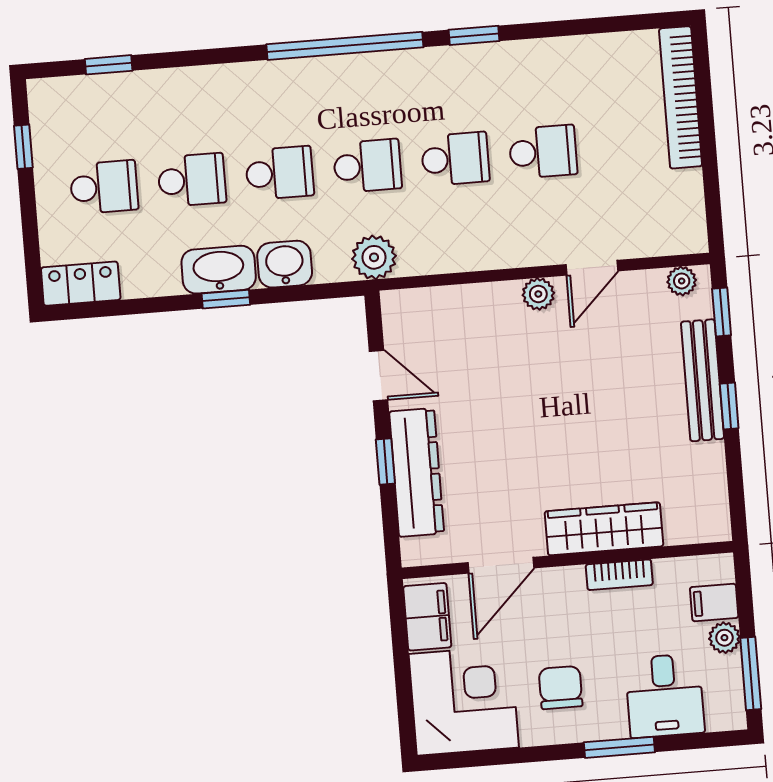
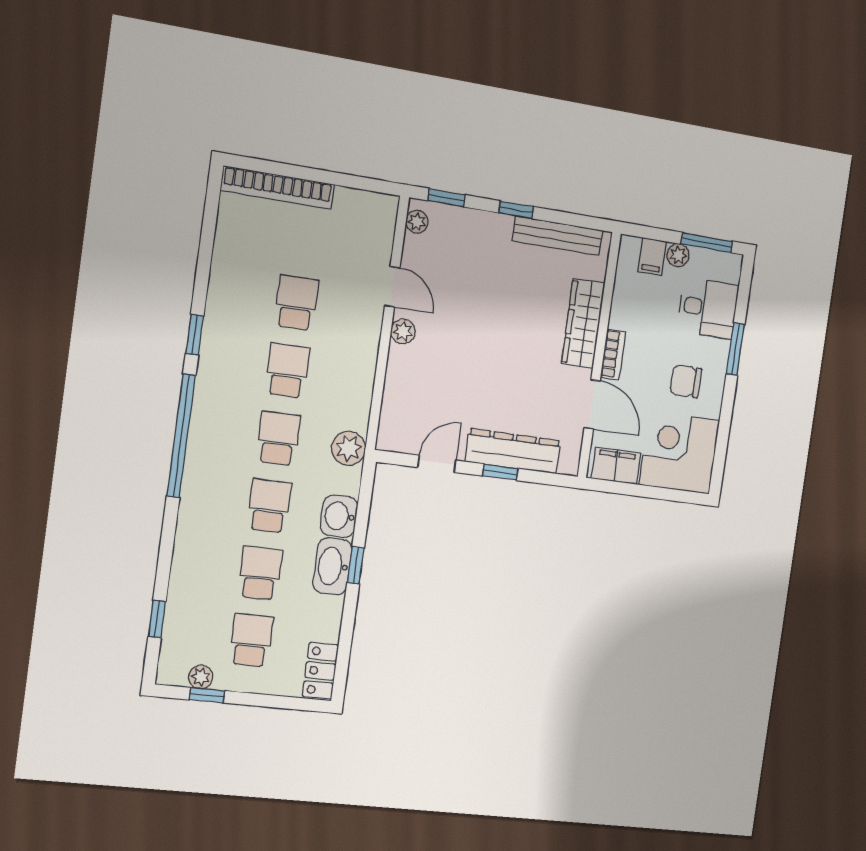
plant: (45, 134) -> (201, 677), added
bench: (702, 380) -> (558, 236), moved
bookcase: (619, 575) -> (613, 354), moved

